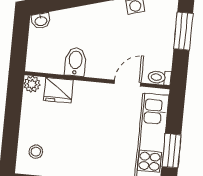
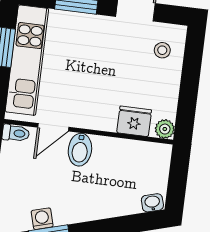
bidet: (75, 62) -> (80, 150), moved

